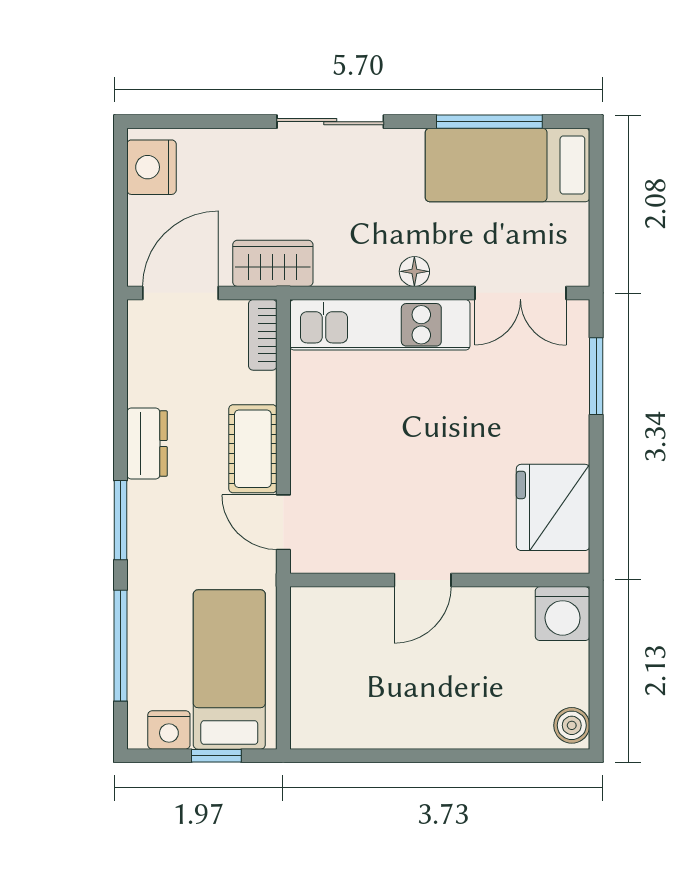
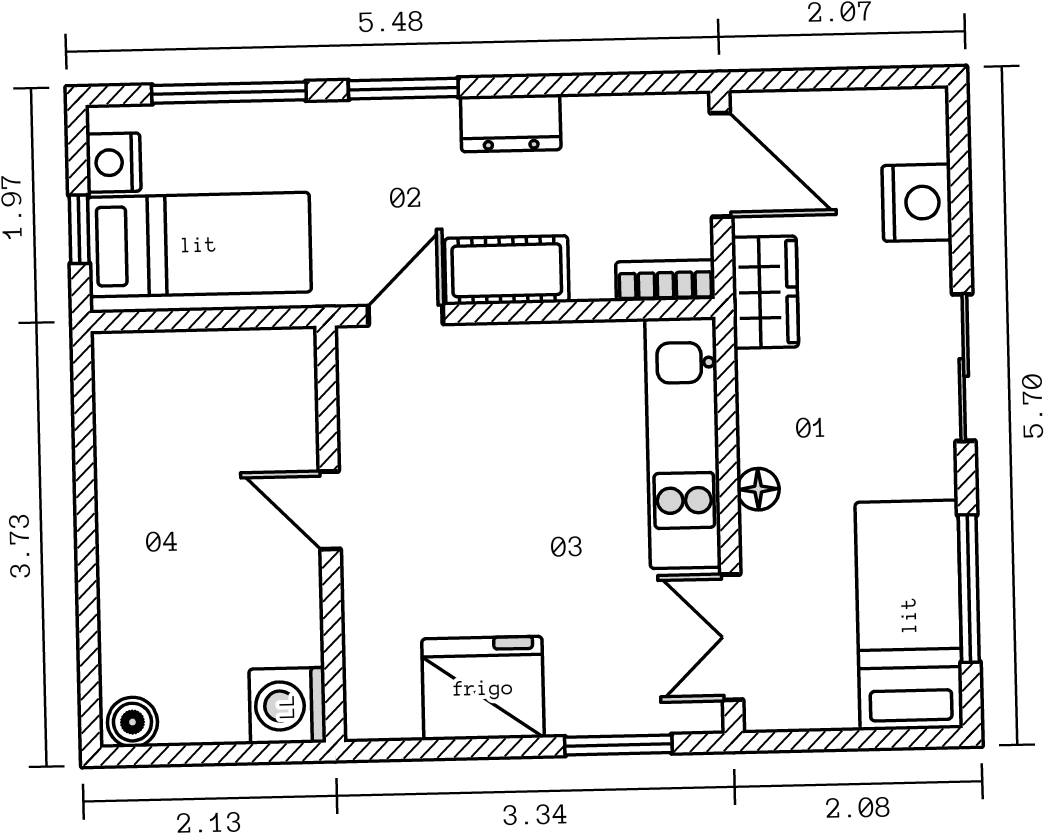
nightstand: (152, 167) -> (917, 203), moved, turned 90
fridge: (553, 507) -> (483, 688), moved

